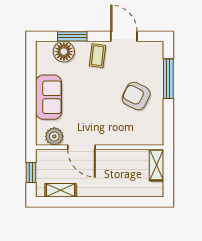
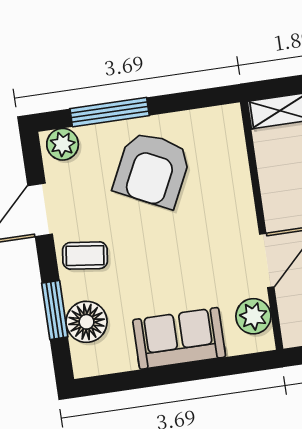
plant: (156, 53) -> (63, 144), added
armchair: (136, 96) -> (152, 170), width x1.36, depth x1.36

